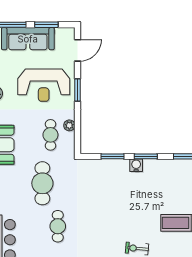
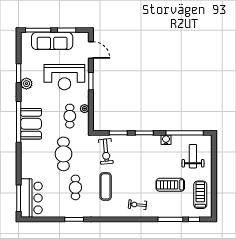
door: (77, 50) -> (91, 50), hinge flipped
water cooler: (136, 165) -> (166, 140), moved
exercise bike: (97, 180) -> (106, 151), added
exercise mat: (96, 225) -> (106, 186), added

